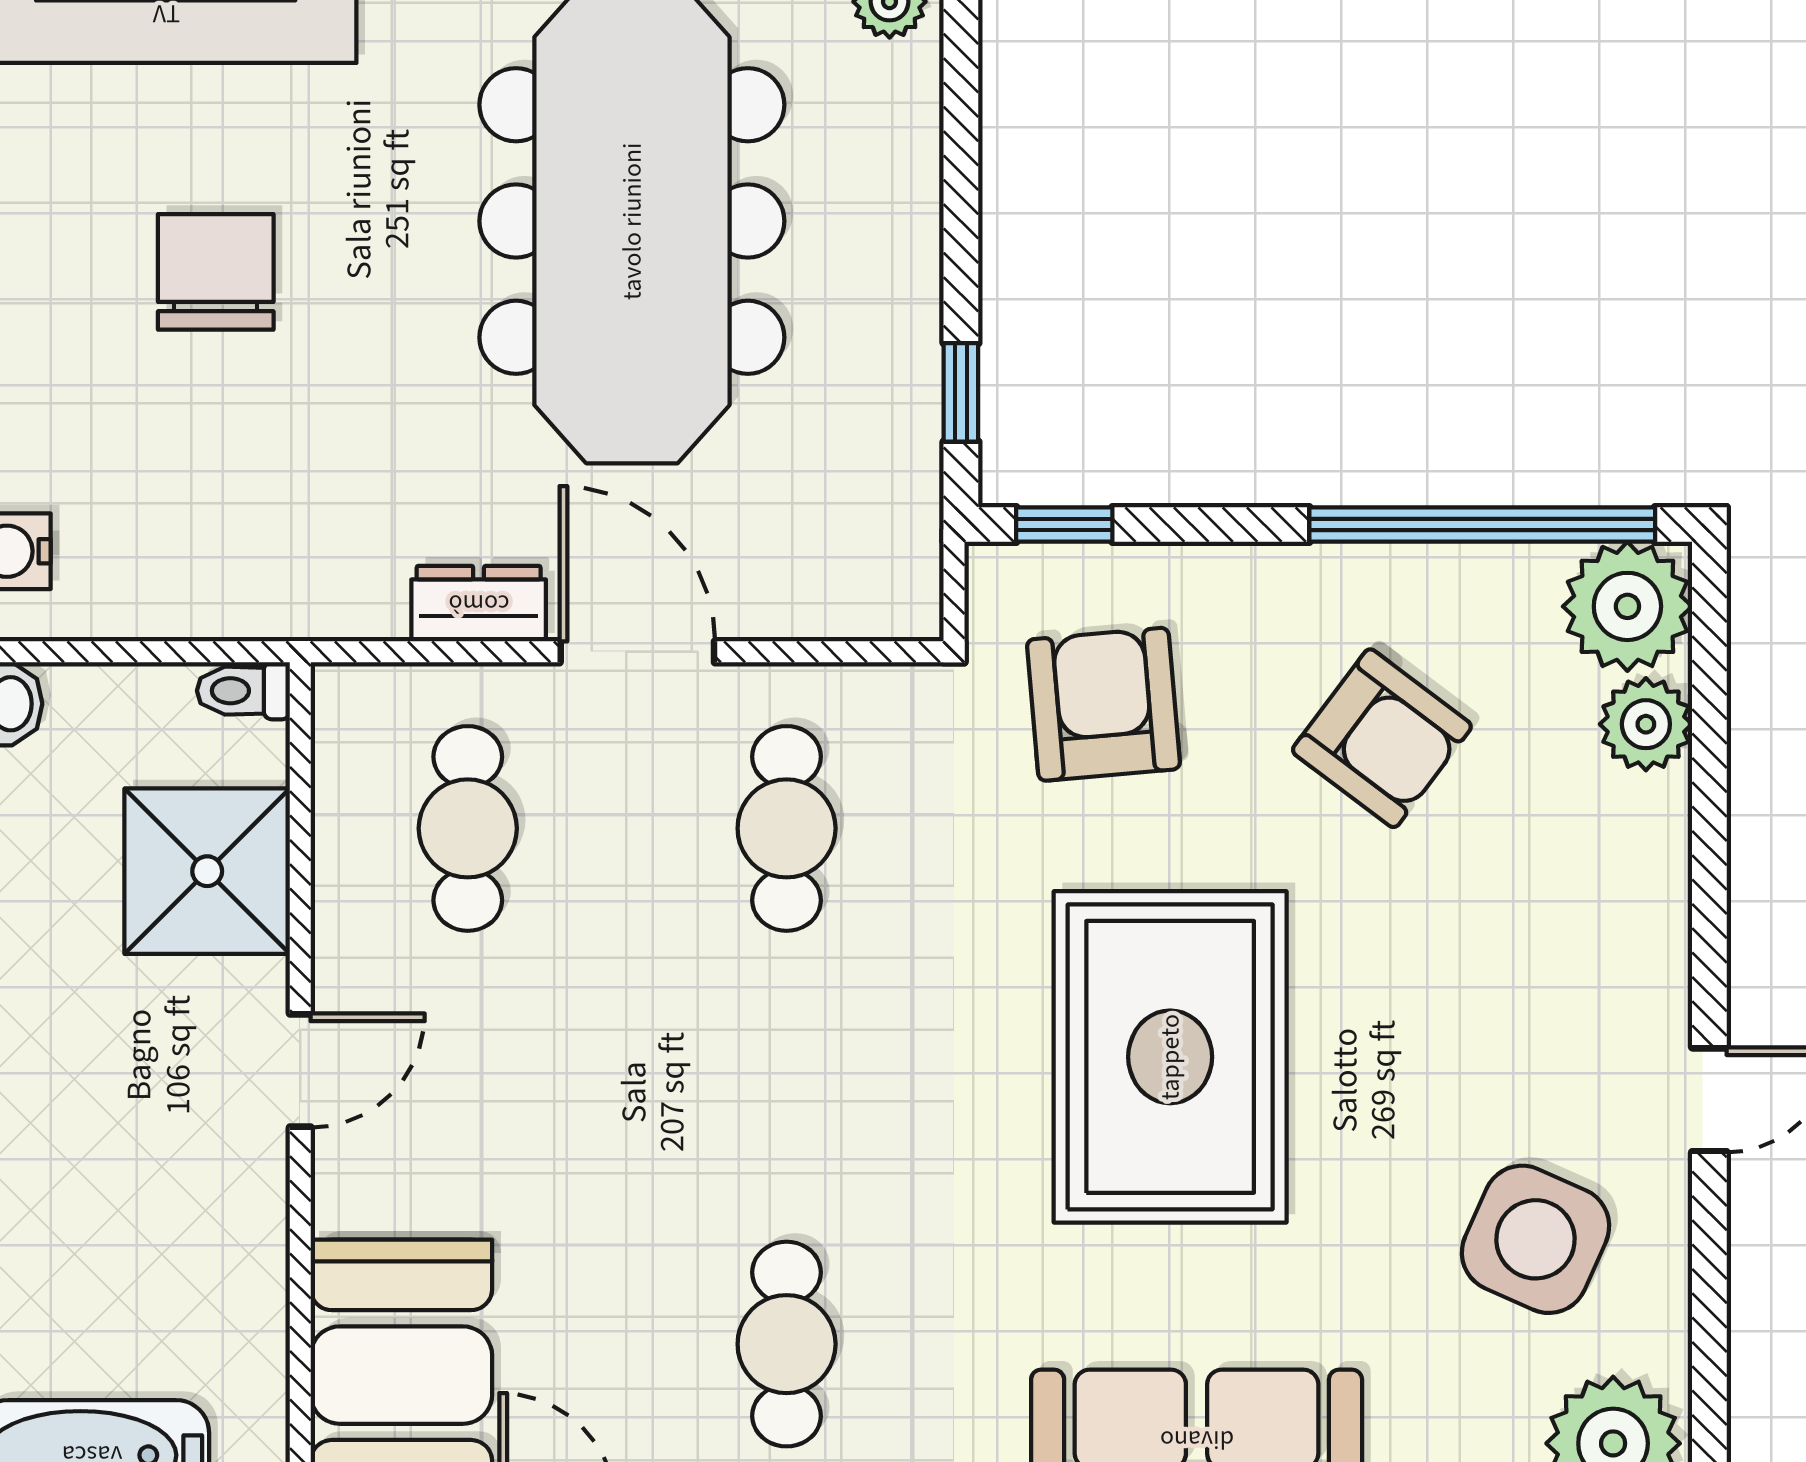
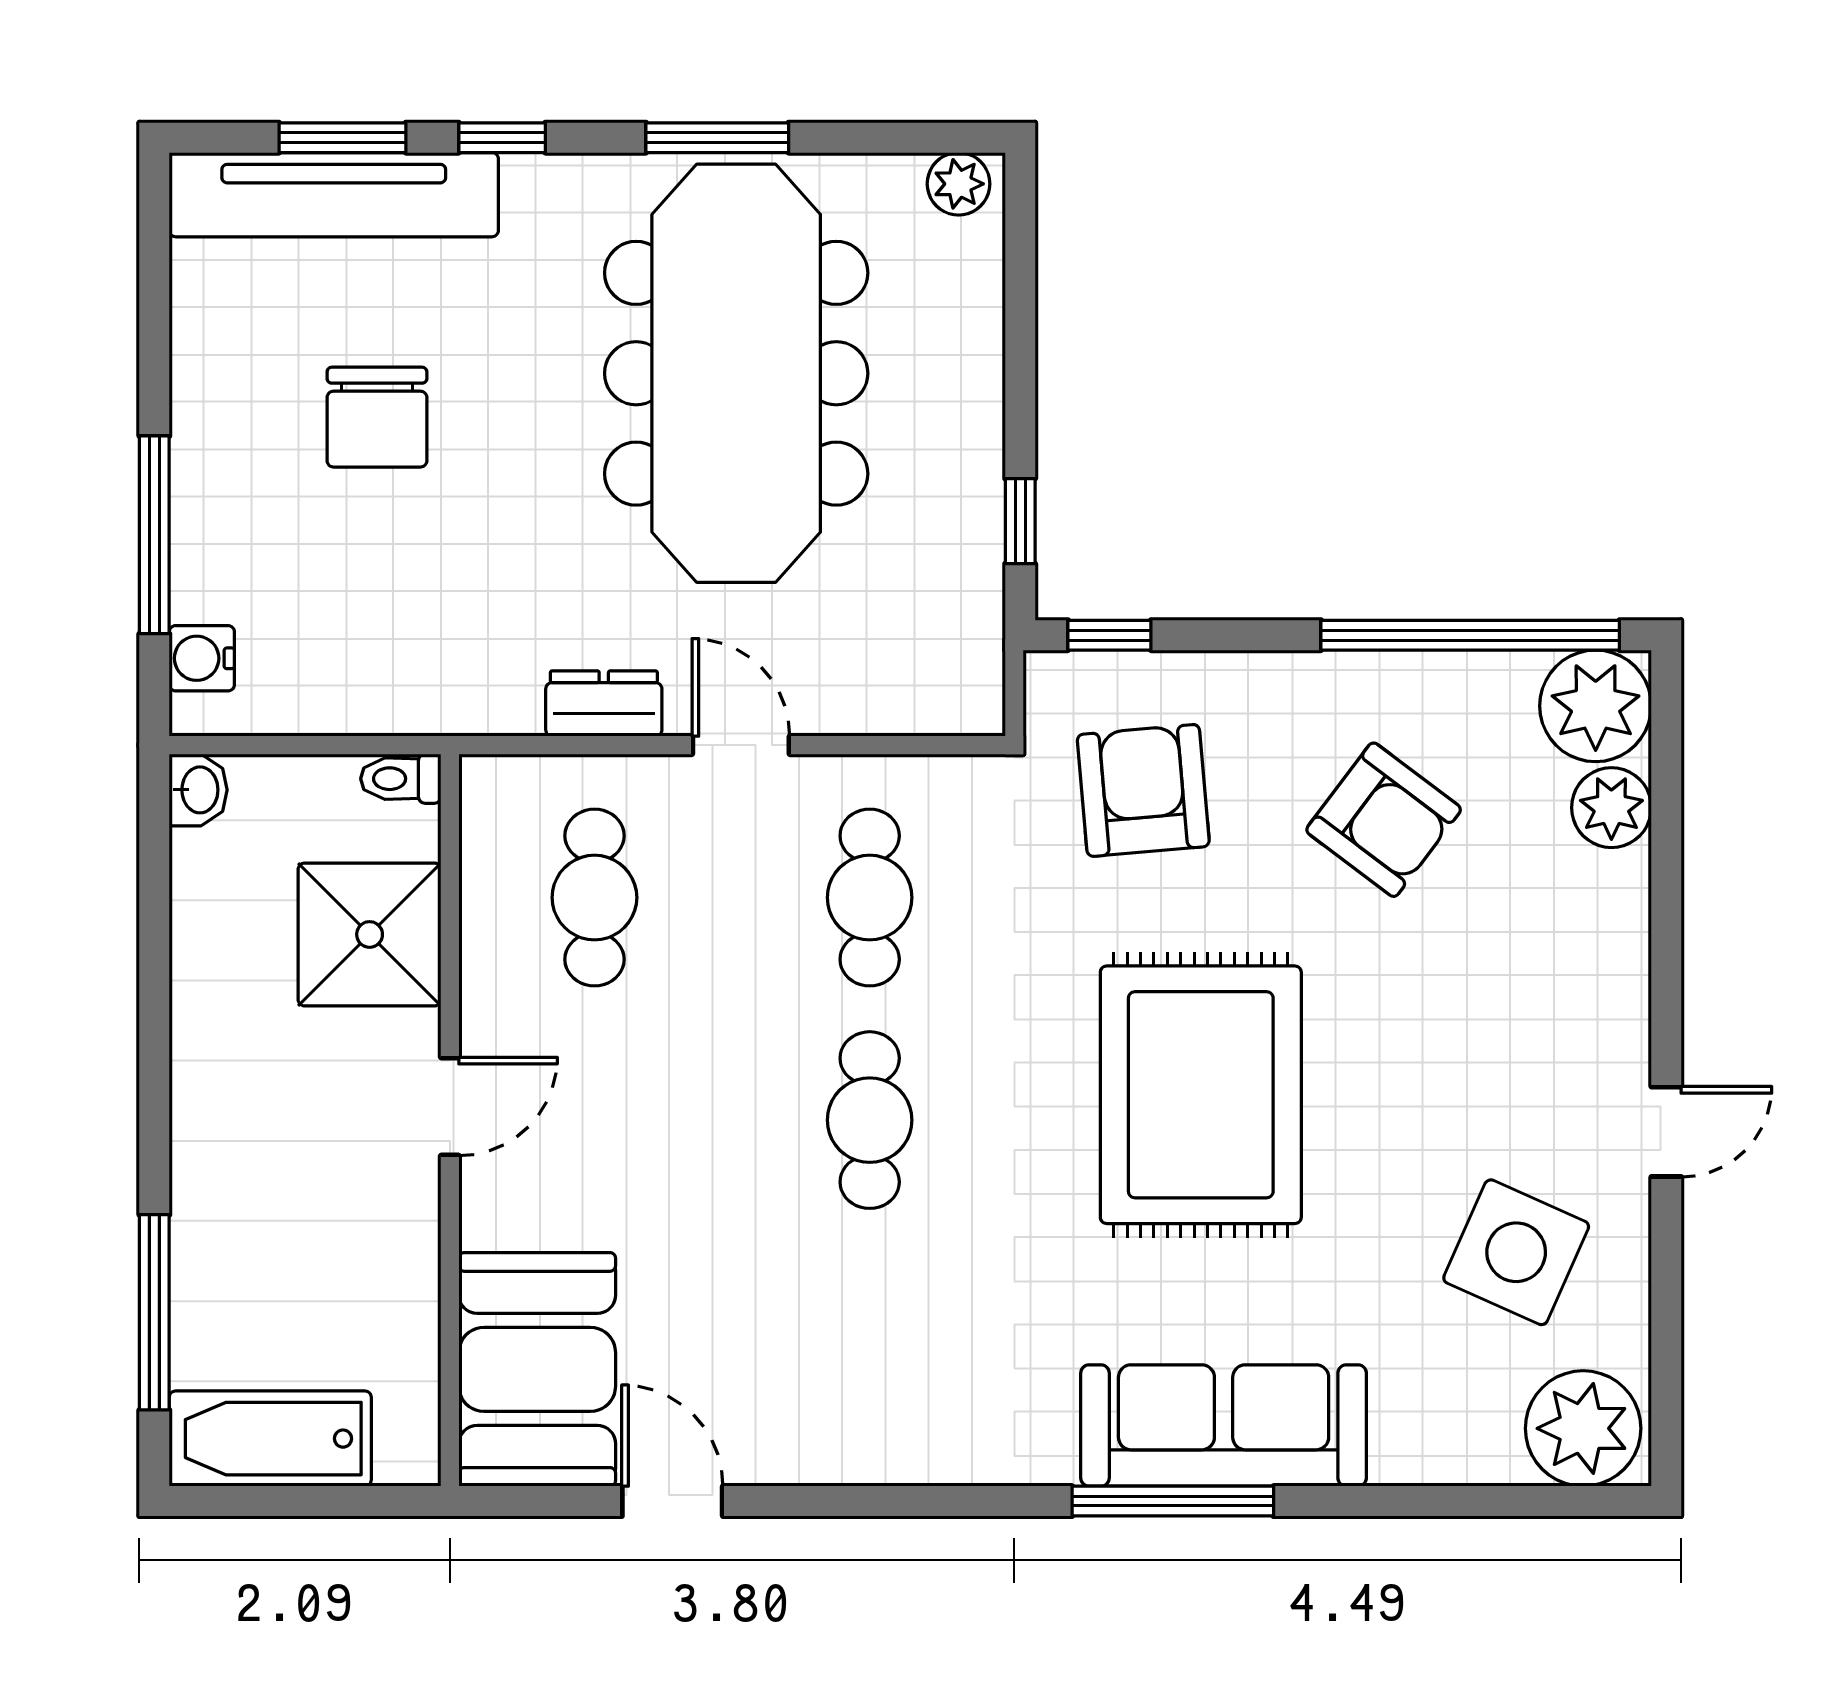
chair: (216, 272) -> (377, 417), turned 180
door: (637, 652) -> (741, 745), width x0.73
cafe table: (787, 1344) -> (870, 1120), moved

